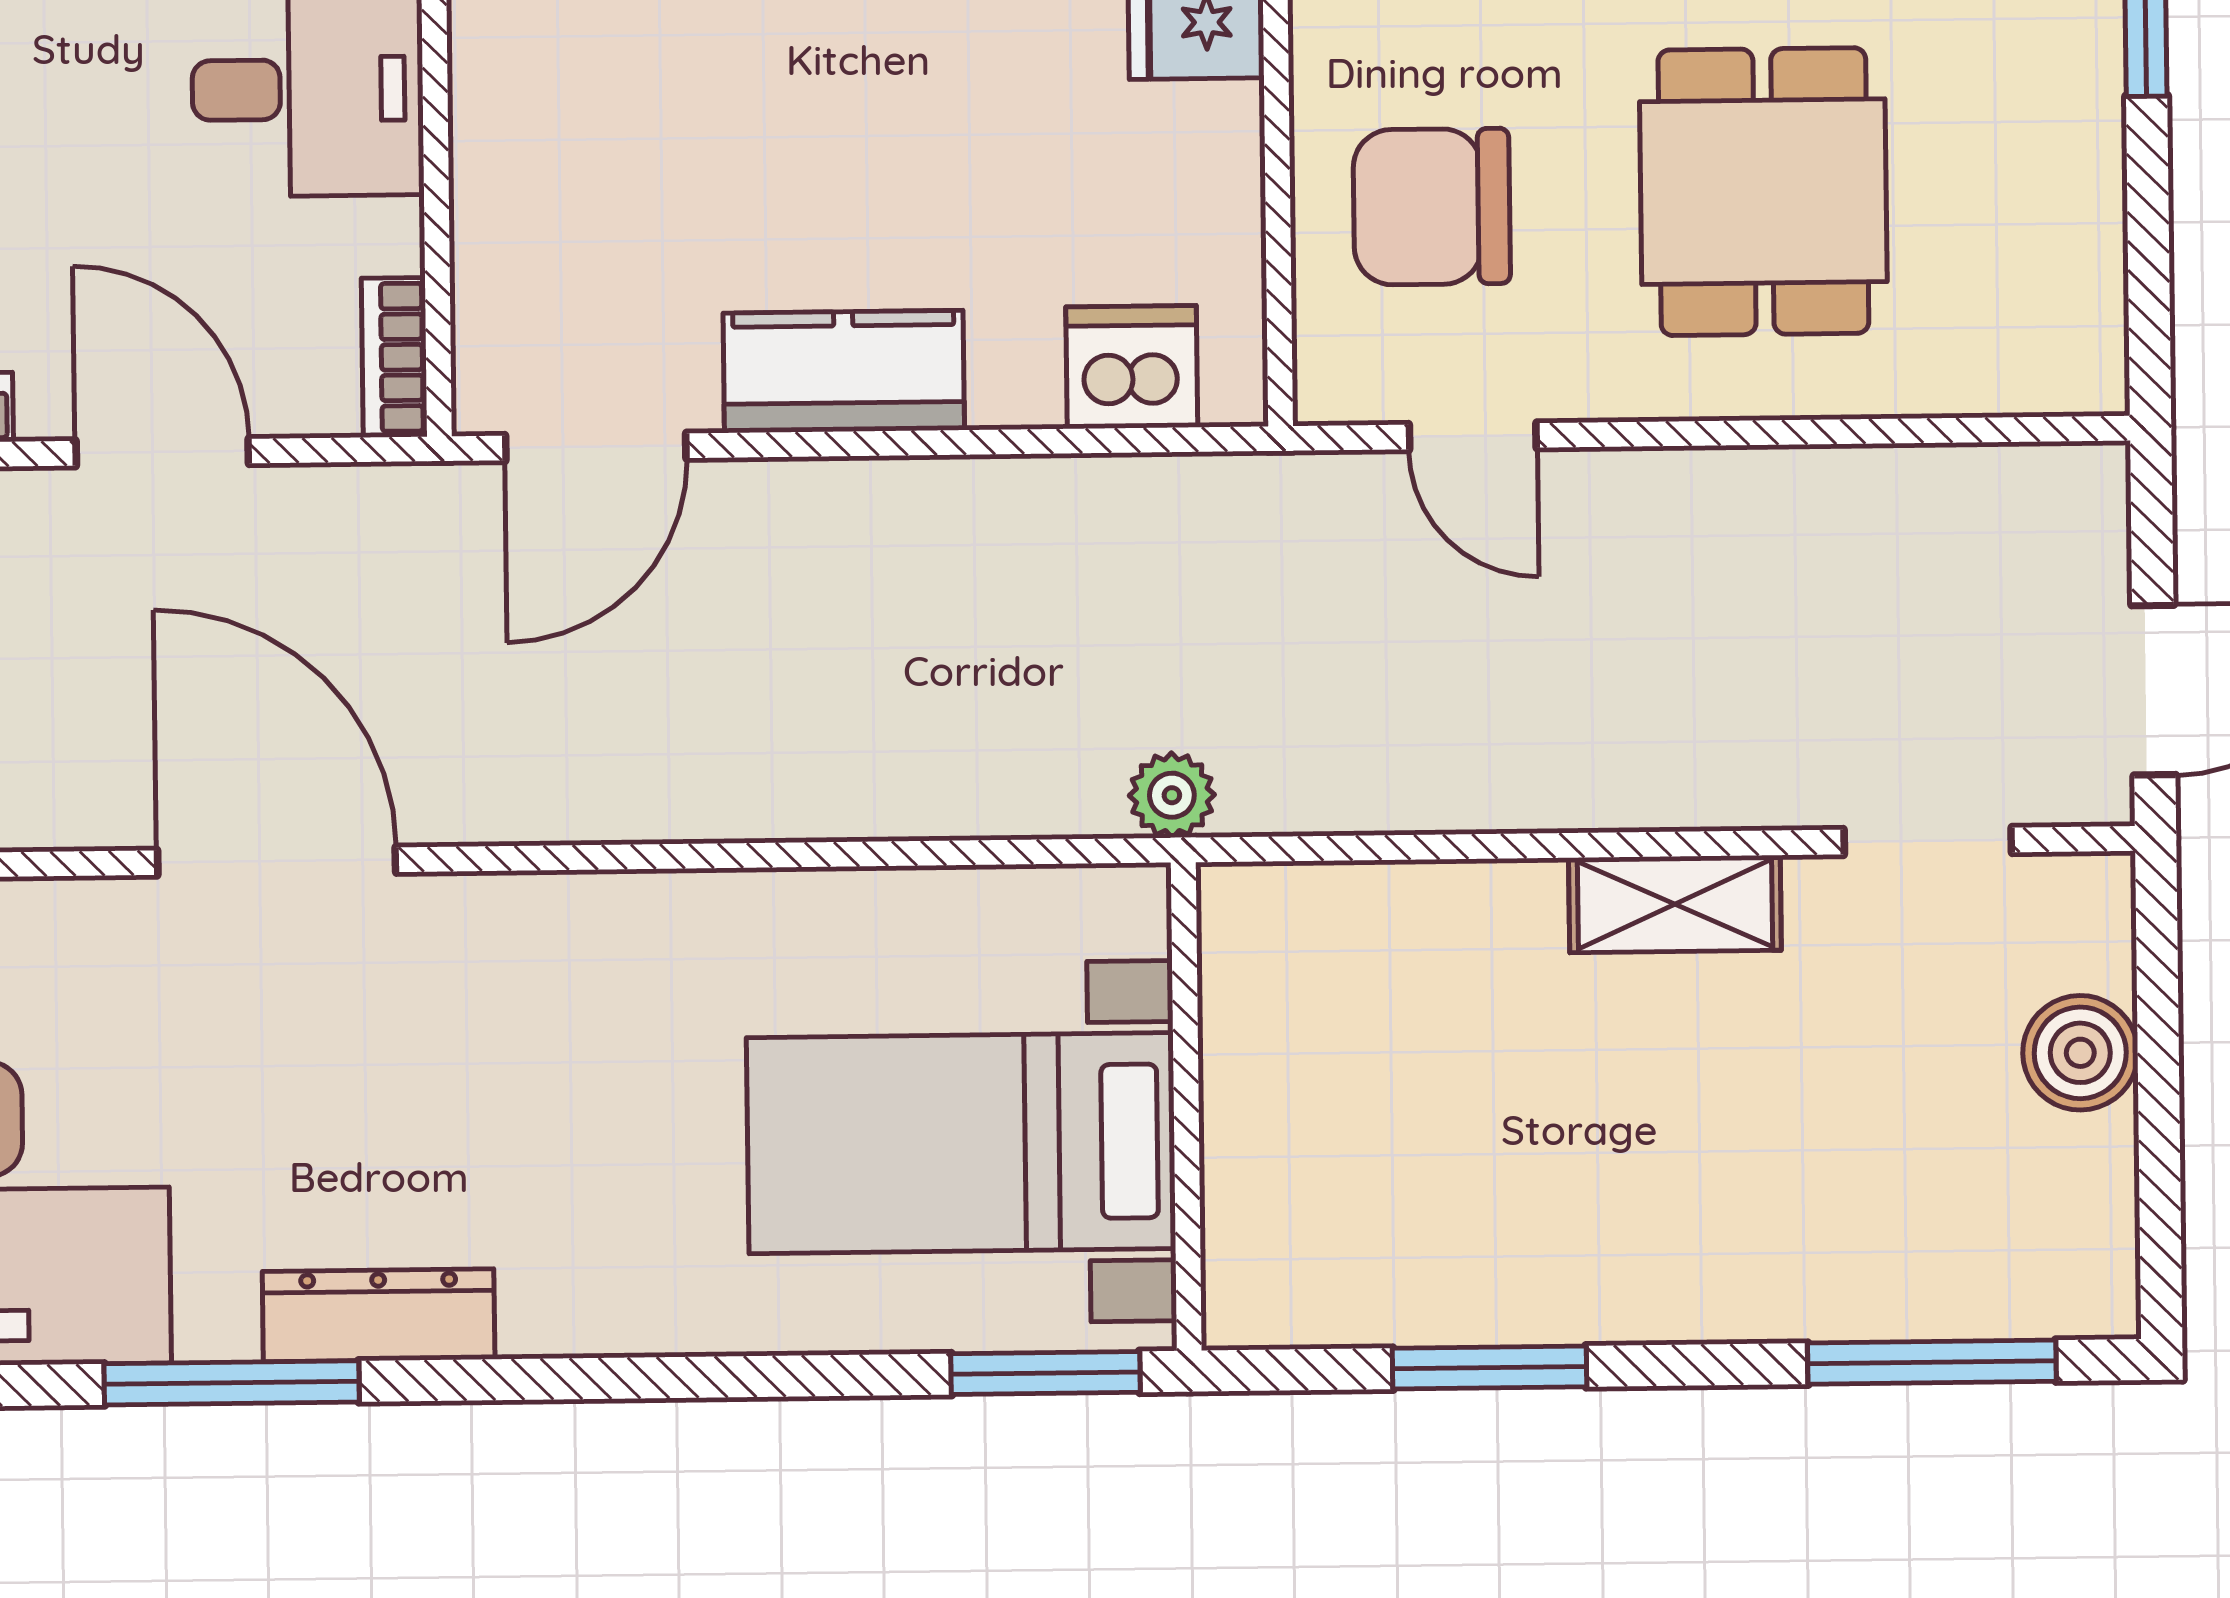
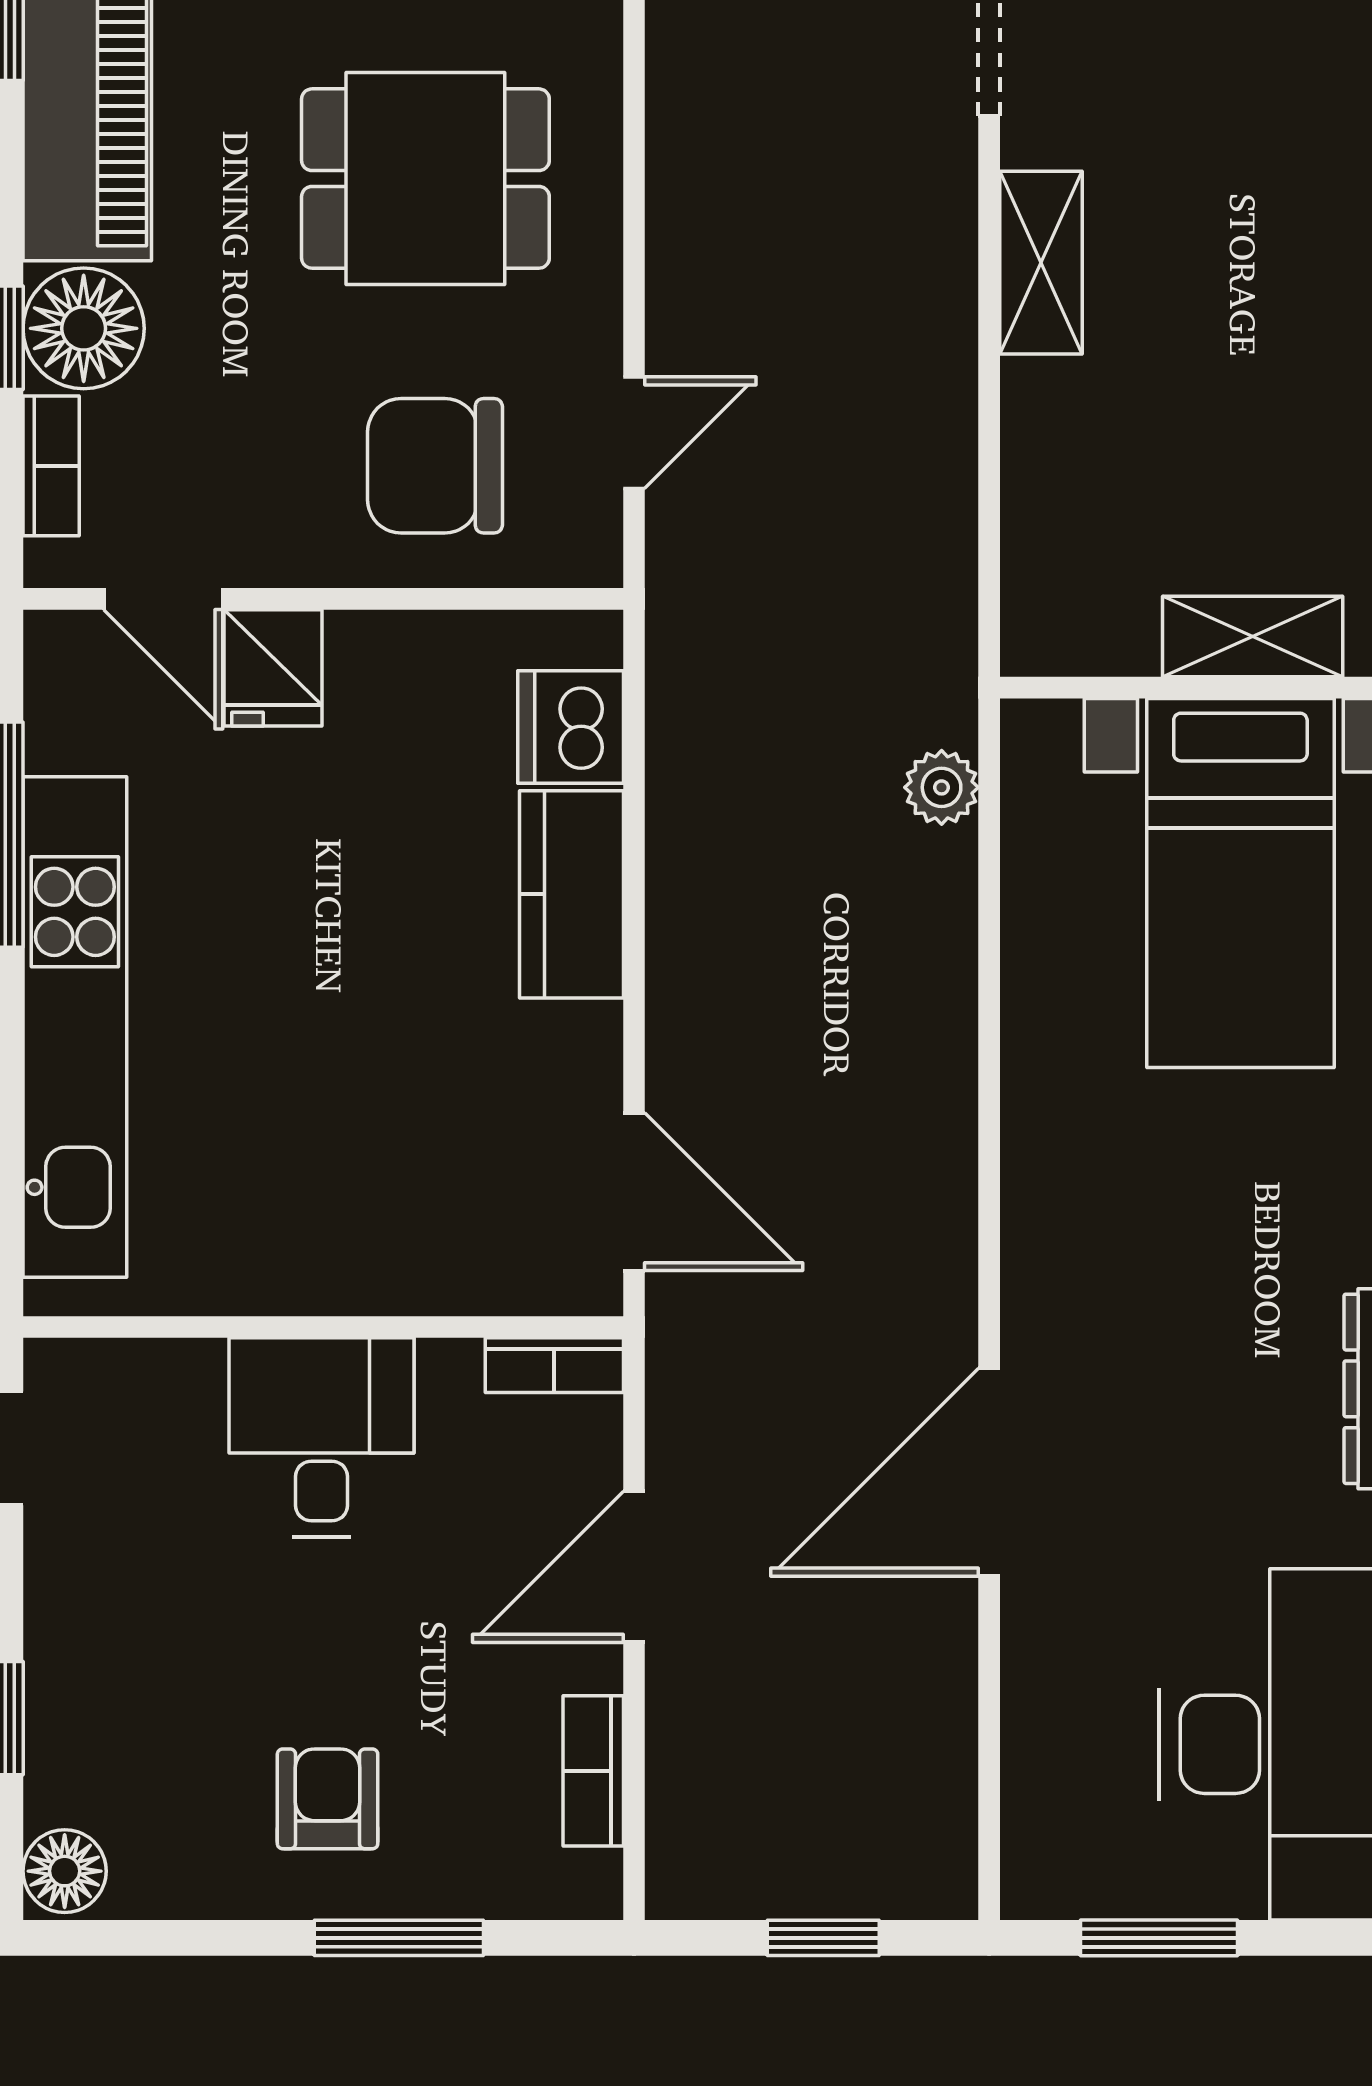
chair: (1432, 207) -> (435, 466), turned 90
kitchen counter: (844, 372) -> (571, 894), moved
plant: (1172, 795) -> (942, 787), moved
shelving: (1246, 1154) -> (1253, 637), added

